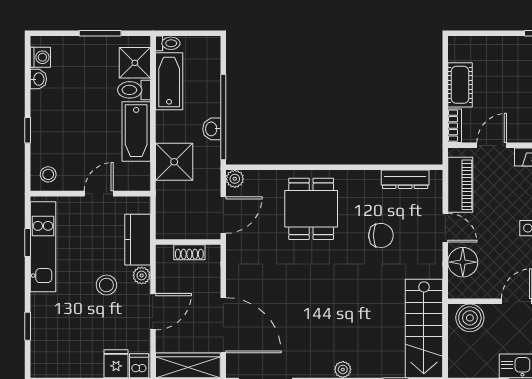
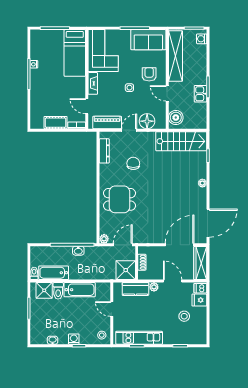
washing machine: (40, 57) -> (74, 339), moved
shower: (174, 162) -> (126, 270), moved
door: (223, 215) -> (123, 245), hinge flipped
stool: (106, 285) -> (184, 316), moved

